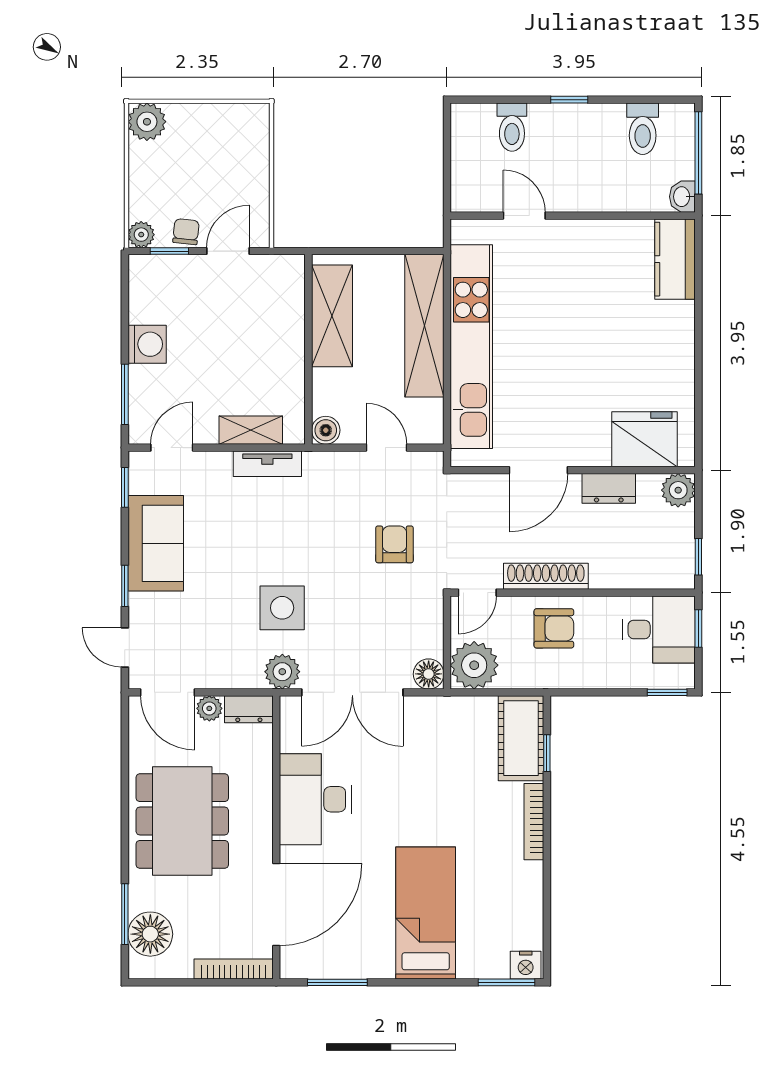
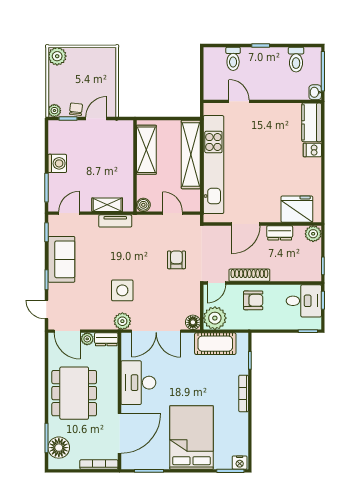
dishwasher: (676, 316) -> (312, 150), added
cot: (521, 738) -> (215, 344), moved, turned 90
bed: (426, 913) -> (191, 437), width x1.50

